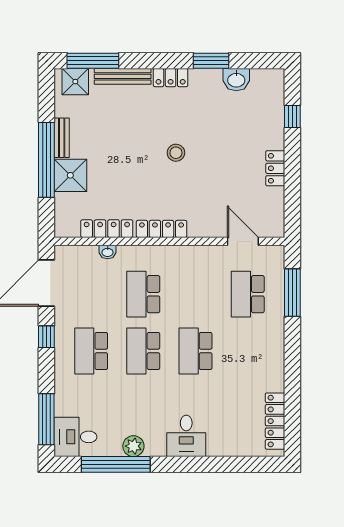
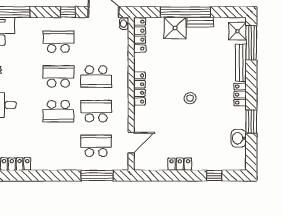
locker: (107, 229) -> (140, 35), moved
washbasin: (108, 252) -> (124, 24), moved
school desk: (143, 294) -> (96, 76), turned 180
school desk: (196, 294) -> (96, 111), added
school desk: (196, 351) -> (58, 111), turned 180

